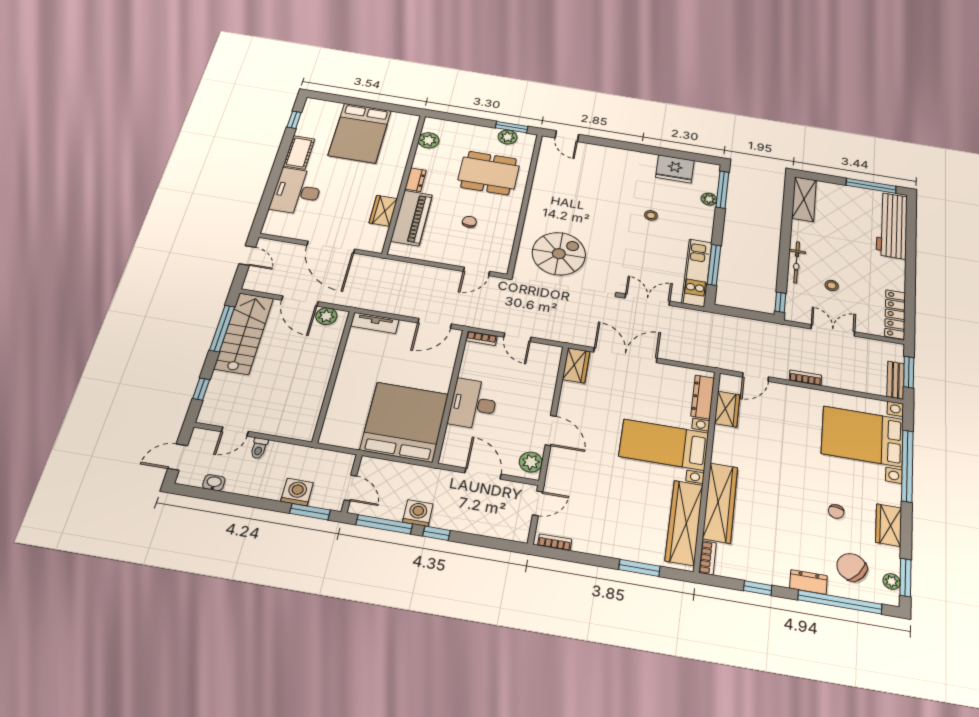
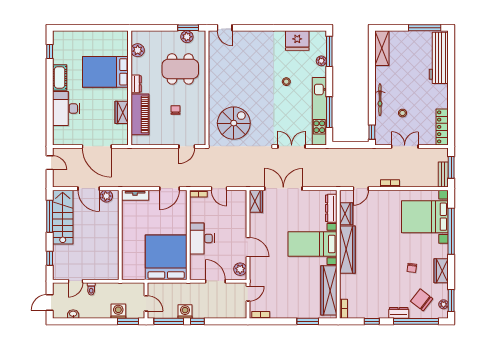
bed: (360, 133) -> (105, 72), moved, turned 90
kitchen unit: (697, 273) -> (319, 111), width x1.36
wardrobe: (720, 503) -> (347, 250), moved

